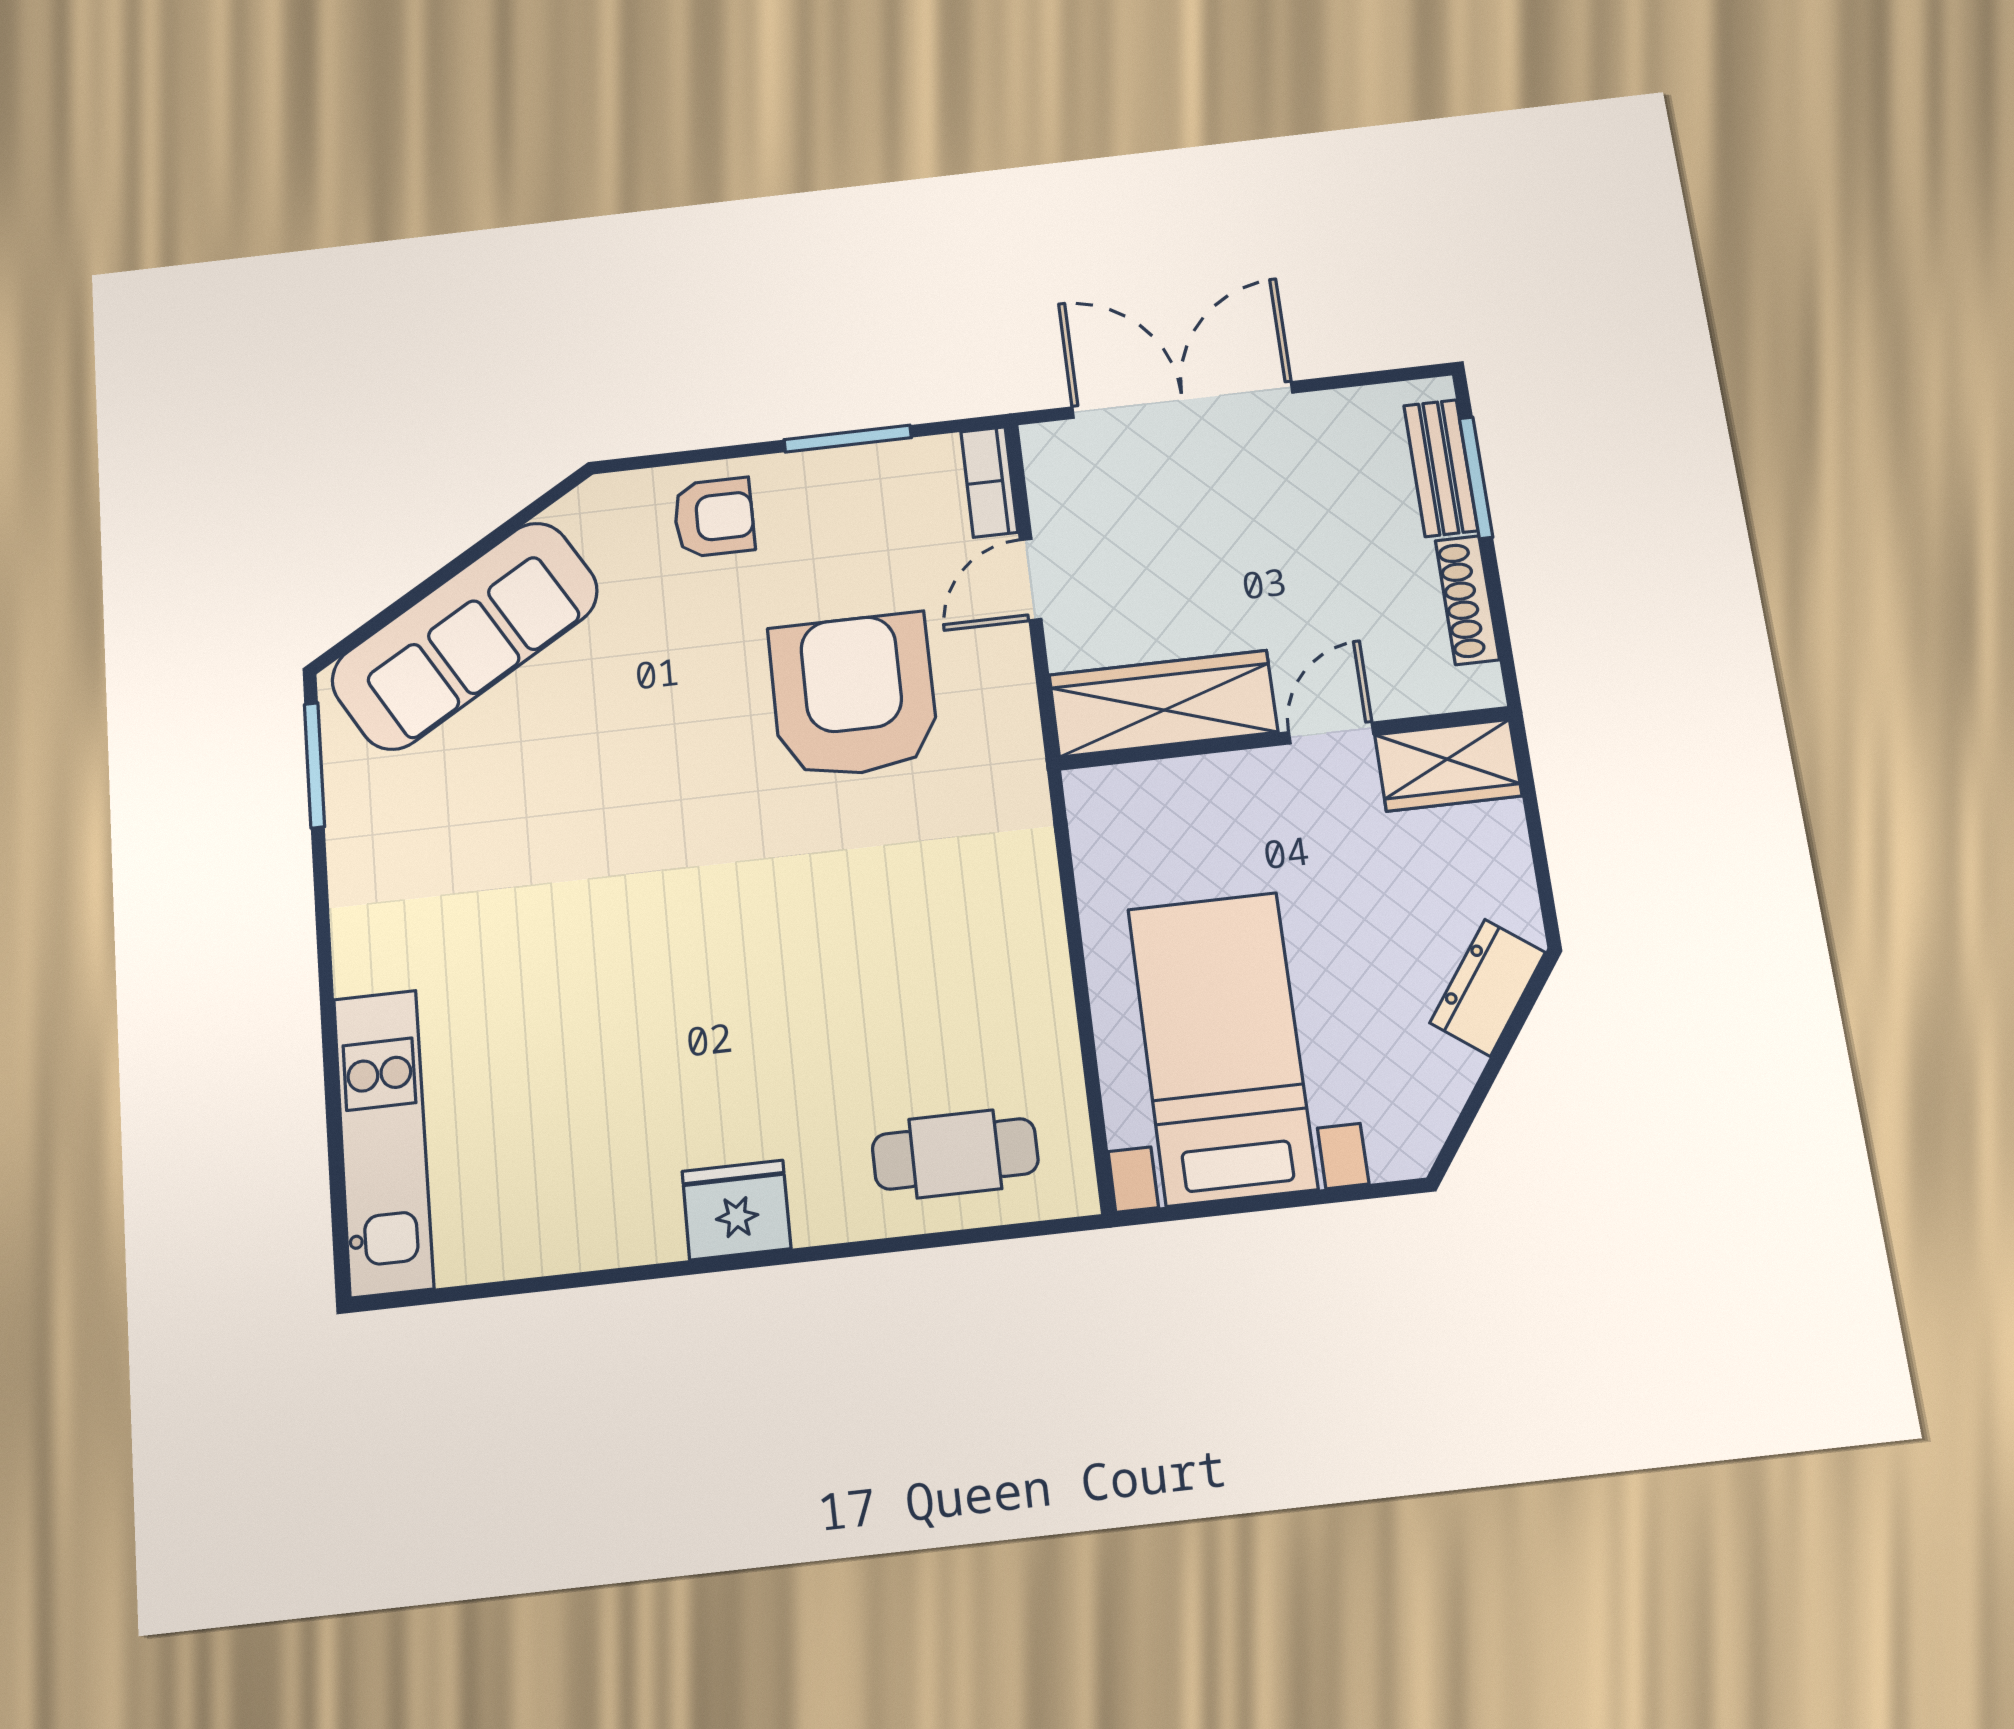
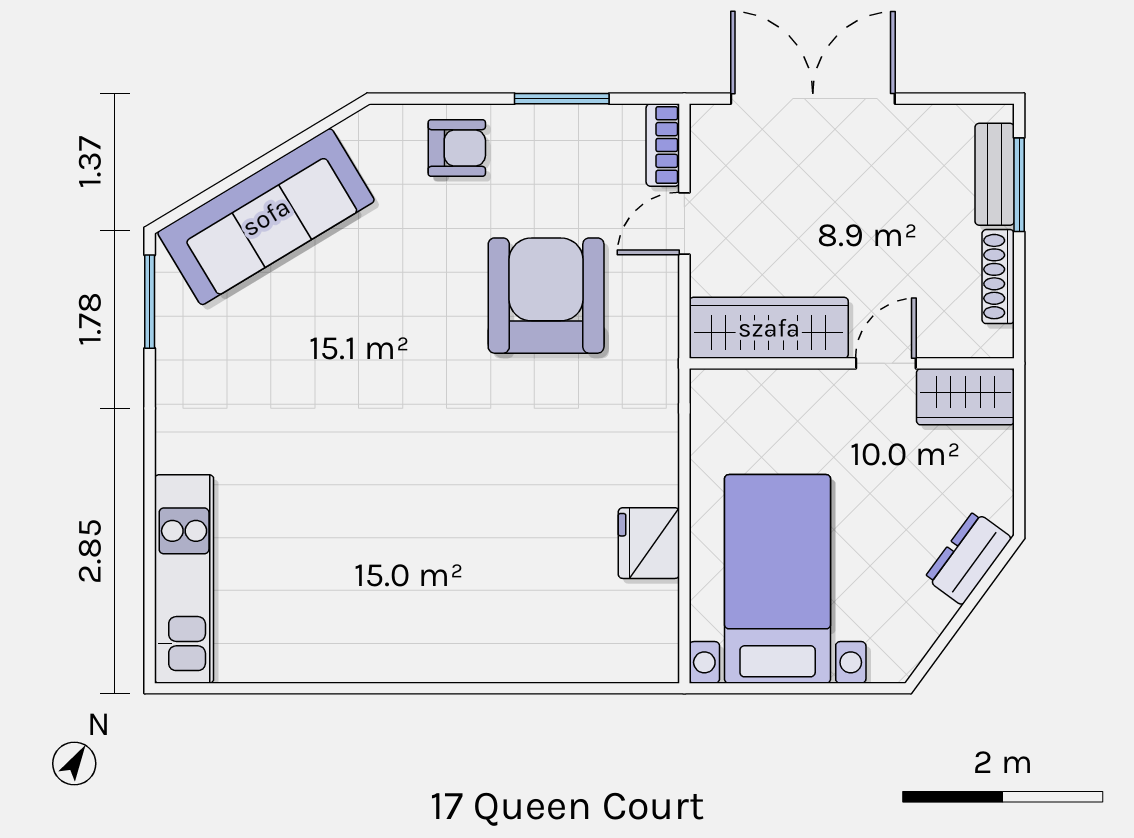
cafe table: (955, 1154) -> (583, 631), removed
fridge: (736, 1210) -> (649, 543), moved, turned -90

